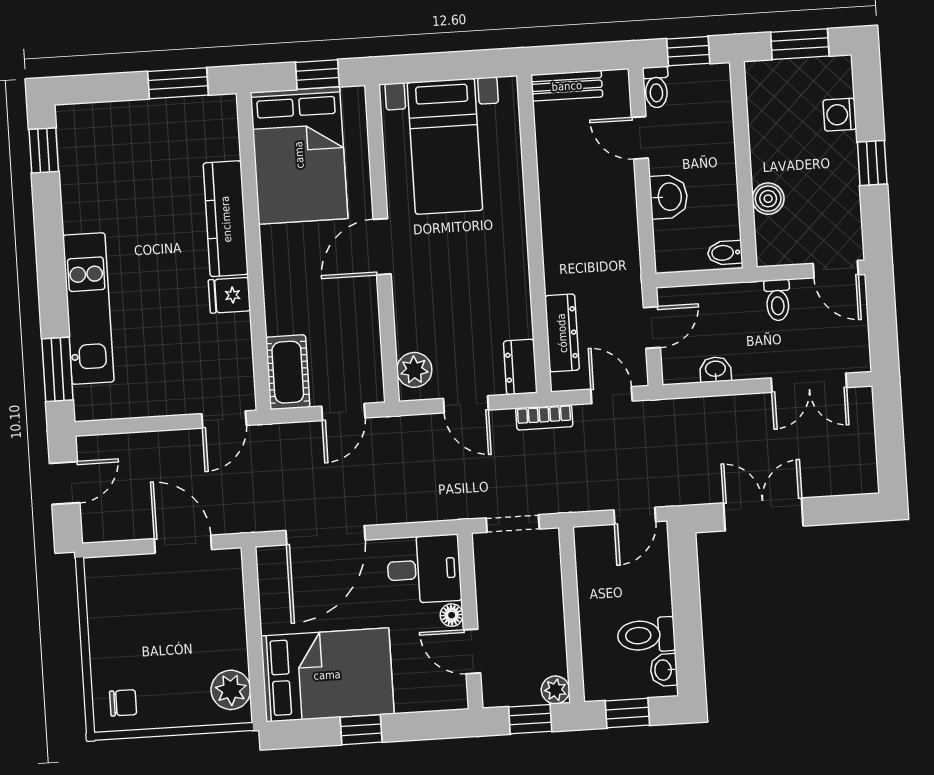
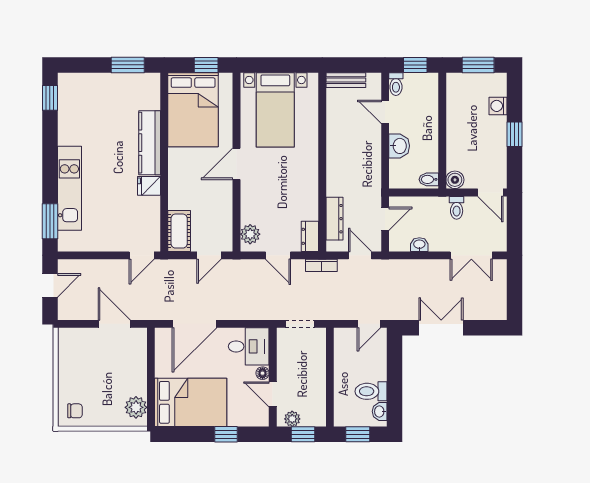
boiler: (768, 199) -> (455, 180), moved
plant: (555, 690) -> (292, 419), moved
window: (361, 730) -> (226, 434), moved

